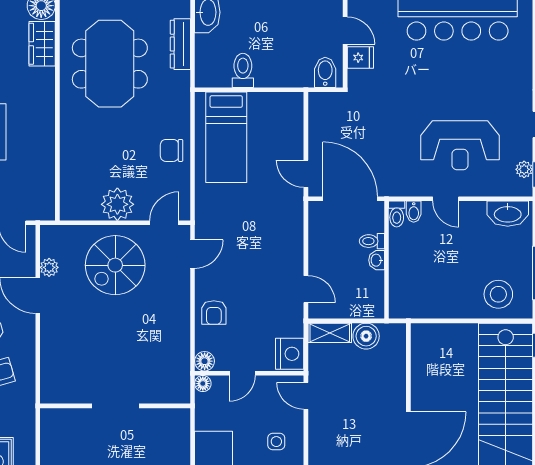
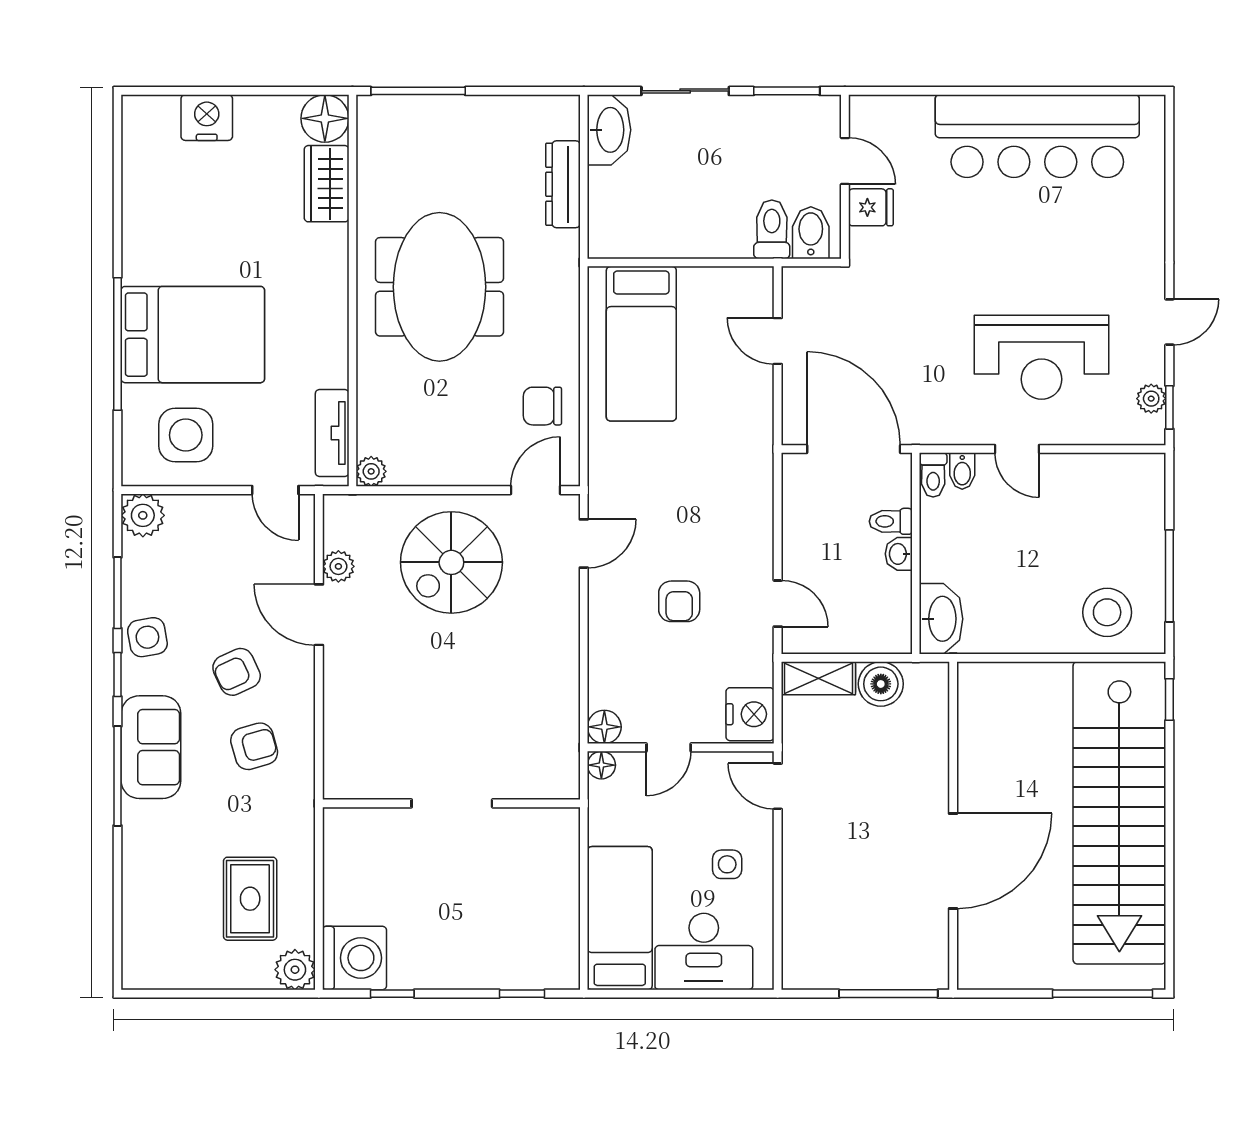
meeting table: (110, 64) -> (439, 287), moved
toilet: (243, 70) -> (772, 229), moved
chair: (172, 150) -> (542, 406), moved
door: (306, 174) -> (778, 341), moved
tv unit: (45, 189) -> (332, 433), added
plant: (117, 204) -> (371, 471), moved, width x0.53, depth x0.53
washbasin: (508, 214) -> (941, 619), moved, turned -90
armchair: (214, 313) -> (679, 601), moved

